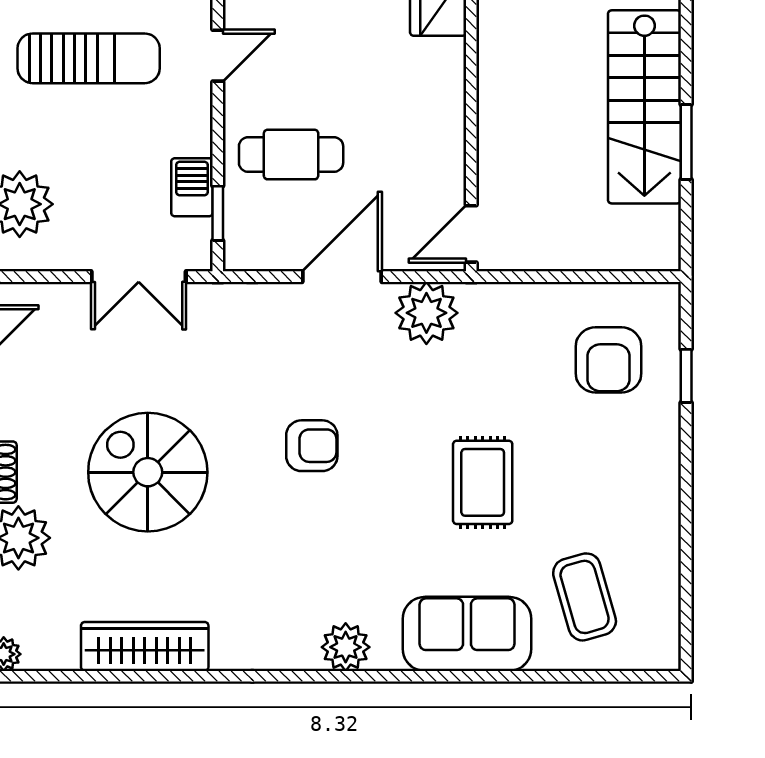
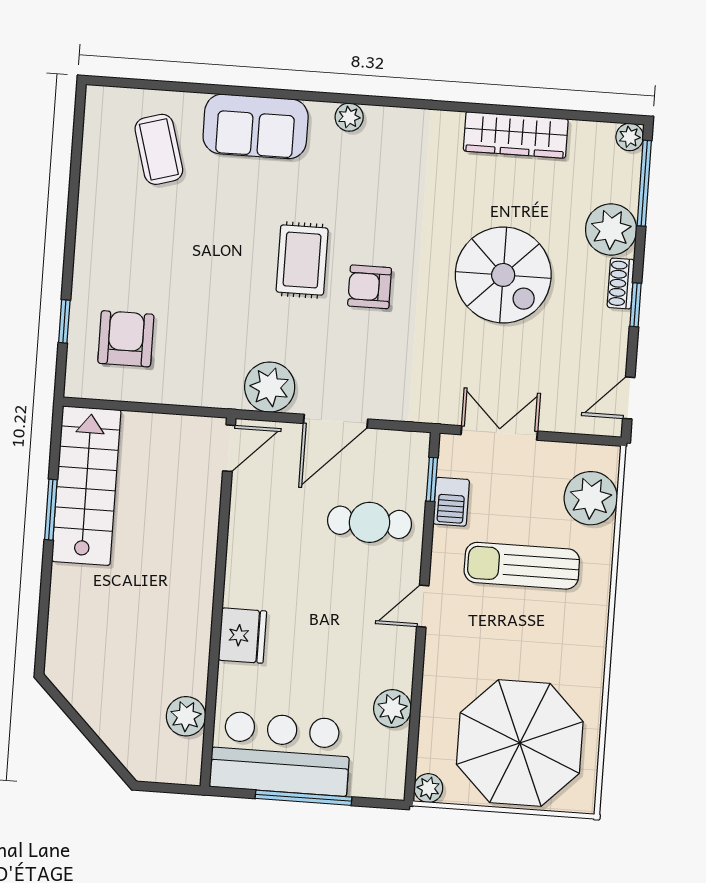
sun lounger: (89, 58) -> (522, 566), moved
stairs: (644, 107) -> (86, 486), moved
rug: (483, 482) -> (302, 260), moved
plant: (346, 647) -> (349, 117), width x0.73, depth x0.73

